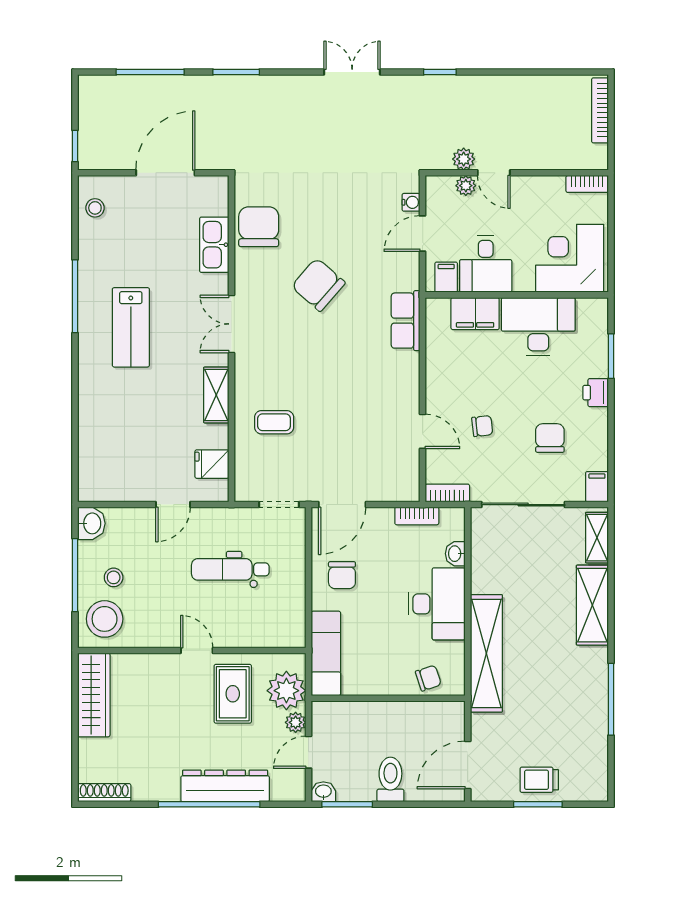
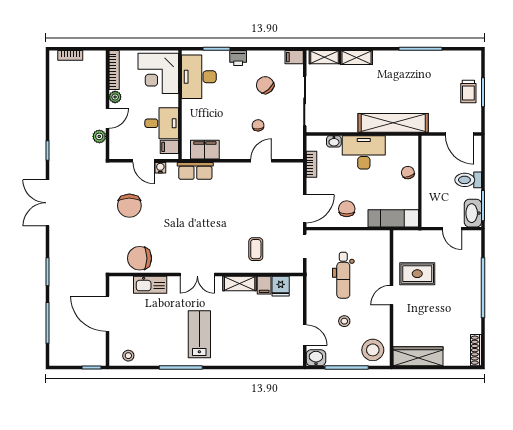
double door: (352, 72) -> (48, 203), width x1.37
bookcase: (600, 110) -> (70, 55), width x0.64
bookcase: (587, 184) -> (114, 70), width x1.56
plant: (466, 186) -> (115, 97), moved
water cooler: (411, 202) -> (160, 168), moved
chair: (318, 285) -> (129, 206), moved, turned -41
filing cabinet: (475, 314) -> (205, 150), moved, turned -90
lab bench: (131, 327) -> (199, 334), turned -90
desk: (538, 327) -> (199, 77), moved
filing cabinet: (214, 436) -> (264, 285), added
chair: (550, 438) -> (265, 85), turned 47
bookcase: (447, 493) -> (298, 146), removed
door: (173, 505) -> (305, 335), moved
door: (342, 505) -> (305, 209), hinge flipped
chair: (342, 575) -> (347, 209), turned -90
stool: (114, 577) -> (344, 321), moved
shelving: (592, 605) -> (357, 58), width x0.67, depth x0.75
chair: (428, 678) -> (408, 173), moved
plant: (286, 691) -> (415, 242), removed
plant: (296, 722) -> (434, 236), removed
dresser: (225, 786) -> (472, 278), removed
washbasin: (323, 792) -> (473, 213), width x1.91, depth x1.45

